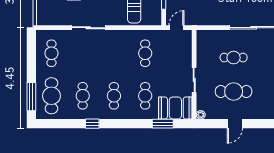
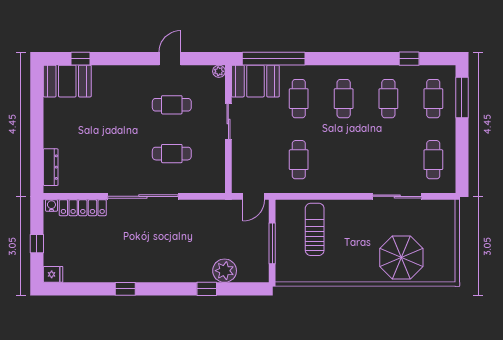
sliding door: (88, 28) -> (397, 196), moved
cafe table: (234, 91) -> (172, 105), width x0.73, depth x0.74
cafe table: (51, 96) -> (433, 99), width x0.73, depth x0.74
window: (92, 124) -> (409, 59), moved
window: (163, 124) -> (274, 59), width x2.11

